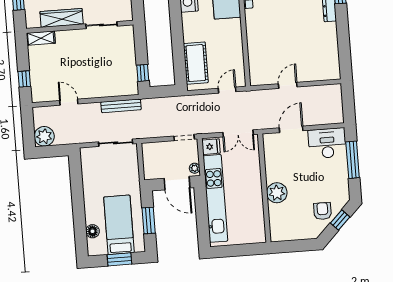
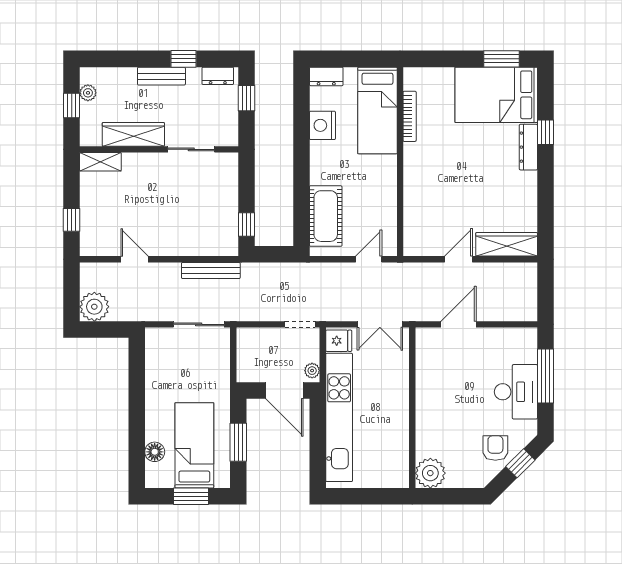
wardrobe: (319, 73) -> (507, 244), added
desk: (327, 143) -> (516, 392), moved, turned 90
plant: (277, 193) -> (430, 473), moved

